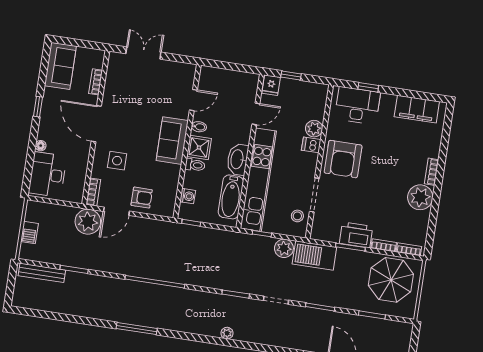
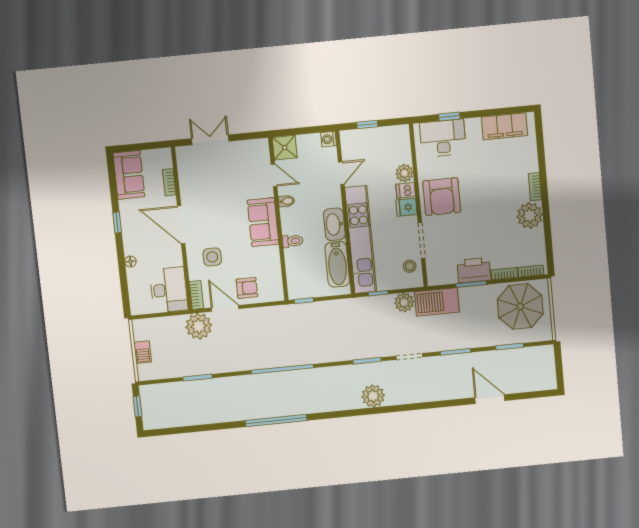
fridge: (271, 85) -> (407, 207), moved, turned 90
door: (193, 100) -> (274, 175), hinge flipped
shower: (199, 147) -> (285, 148), moved
desk: (48, 175) -> (169, 290), moved, turned 180
washing machine: (188, 196) -> (329, 139), moved, turned 180
door: (116, 211) -> (225, 308), swing flipped
bench: (42, 273) -> (166, 389), removed
window: (11, 282) -> (138, 406), added
window: (137, 329) -> (276, 420), width x1.46
plant: (227, 333) -> (373, 396), width x1.87, depth x1.87

